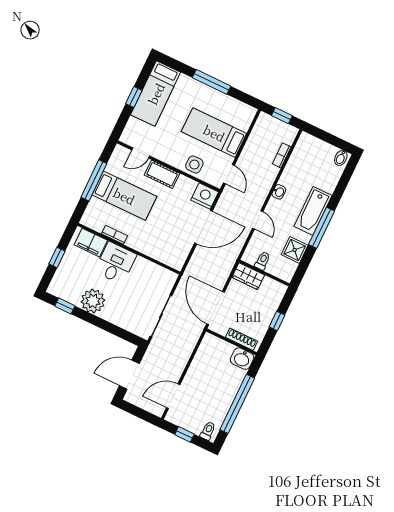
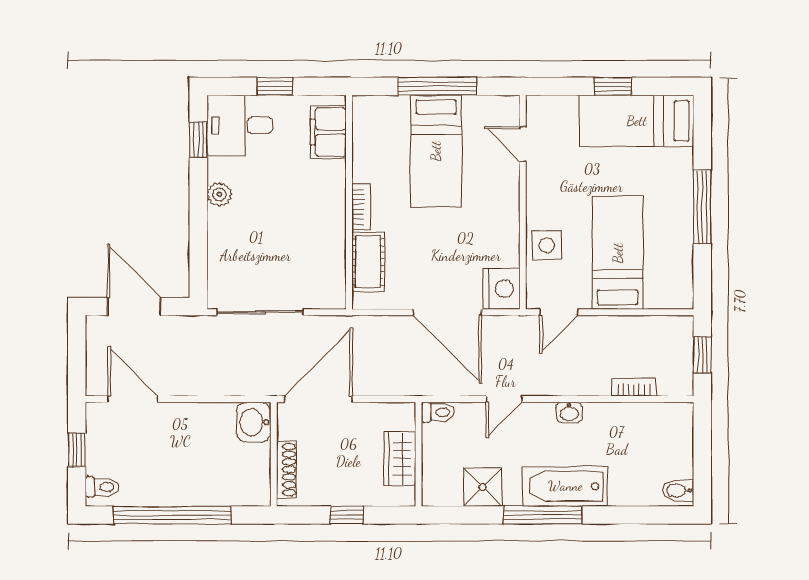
cot: (162, 174) -> (368, 262), moved
bookcase: (115, 235) -> (361, 207), moved
toilet: (262, 261) -> (438, 412), moved
desk: (116, 263) -> (240, 125), moved, turned 180
wardrobe: (248, 276) -> (400, 459), moved
plant: (93, 301) -> (219, 194), width x0.53, depth x0.53
washbasin: (242, 359) -> (254, 422), moved

